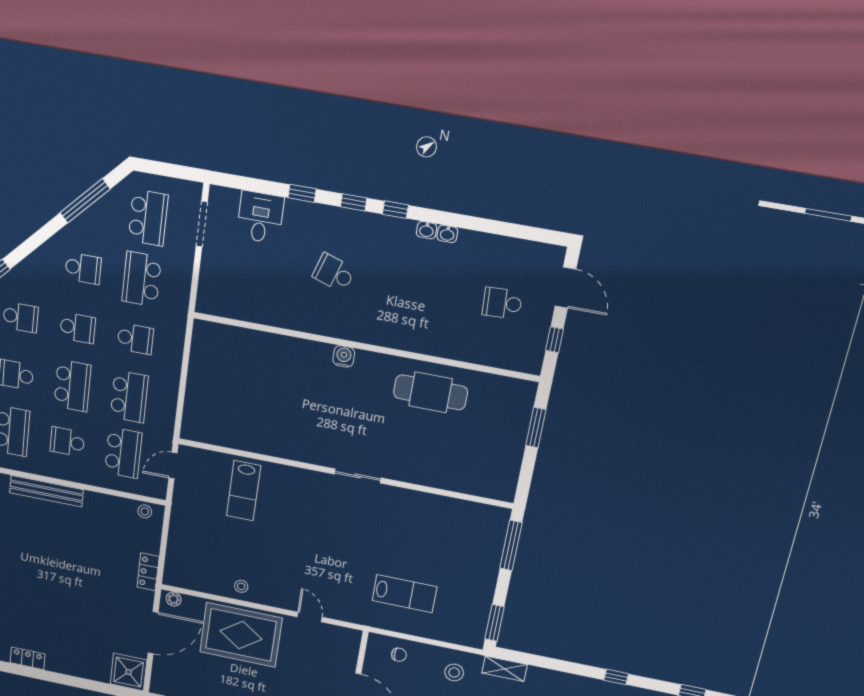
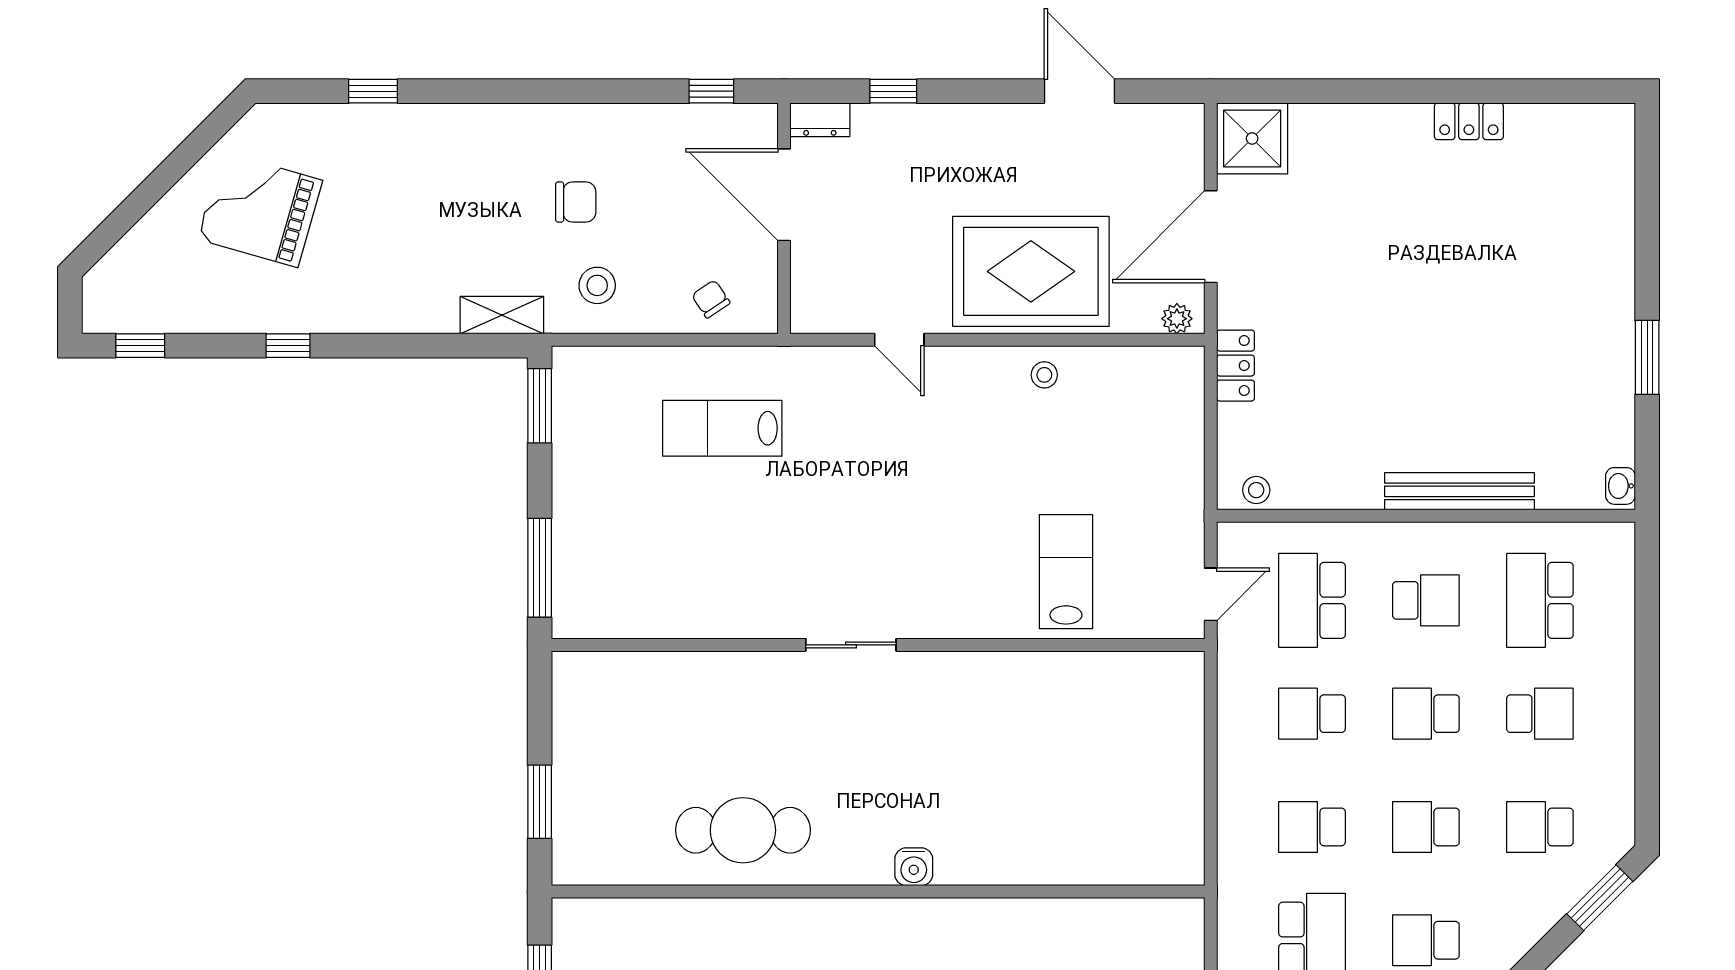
school desk: (72, 386) -> (1426, 714), width x0.54
school desk: (129, 397) -> (1312, 714), width x0.54
chair: (399, 655) -> (711, 299), turned 56

